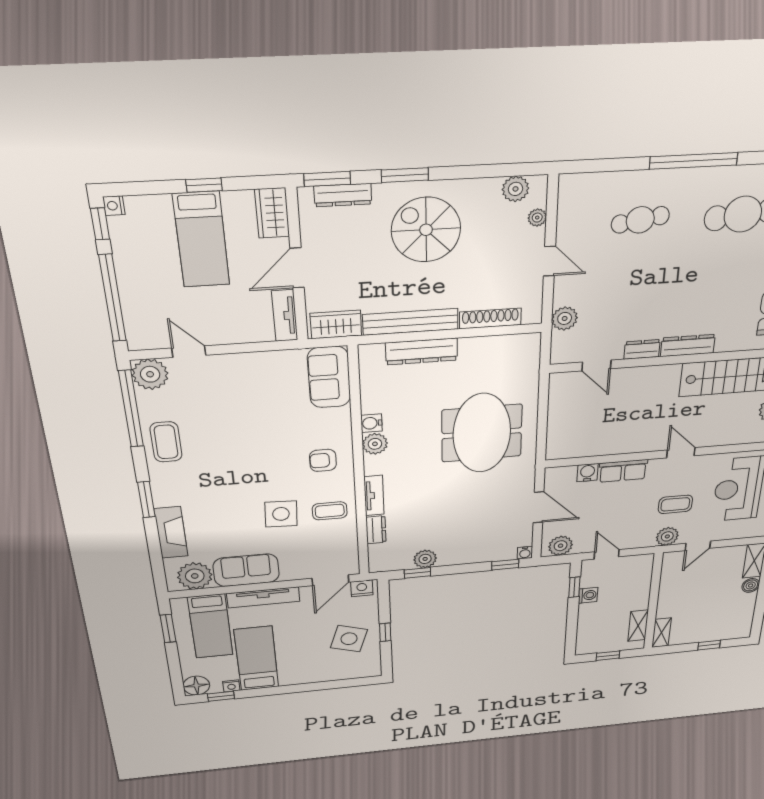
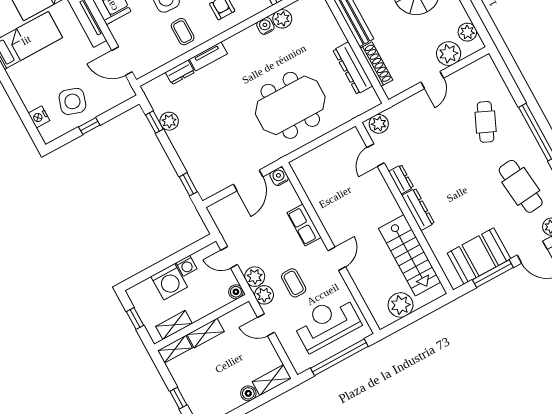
plant: (537, 218) -> (449, 54), width x1.88, depth x1.88
cafe table: (640, 220) -> (486, 122), turned 33
plant: (565, 318) -> (379, 124), moved
dresser: (422, 351) -> (353, 68), moved
plant: (375, 444) -> (282, 19), moved
water cooler: (587, 473) -> (279, 176), moved, turned -90
plant: (561, 546) -> (255, 277), moved
water cooler: (525, 553) -> (205, 193), removed
door: (607, 554) -> (229, 257), swing flipped
boiler: (646, 561) -> (236, 292), added
window: (574, 587) -> (189, 250), removed
nightstand: (362, 588) -> (39, 117), moved, turned 180
shelving: (666, 602) -> (206, 333), added
washing machine: (593, 616) -> (169, 282), added

